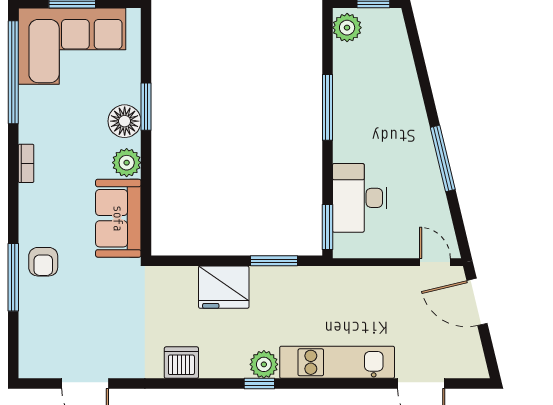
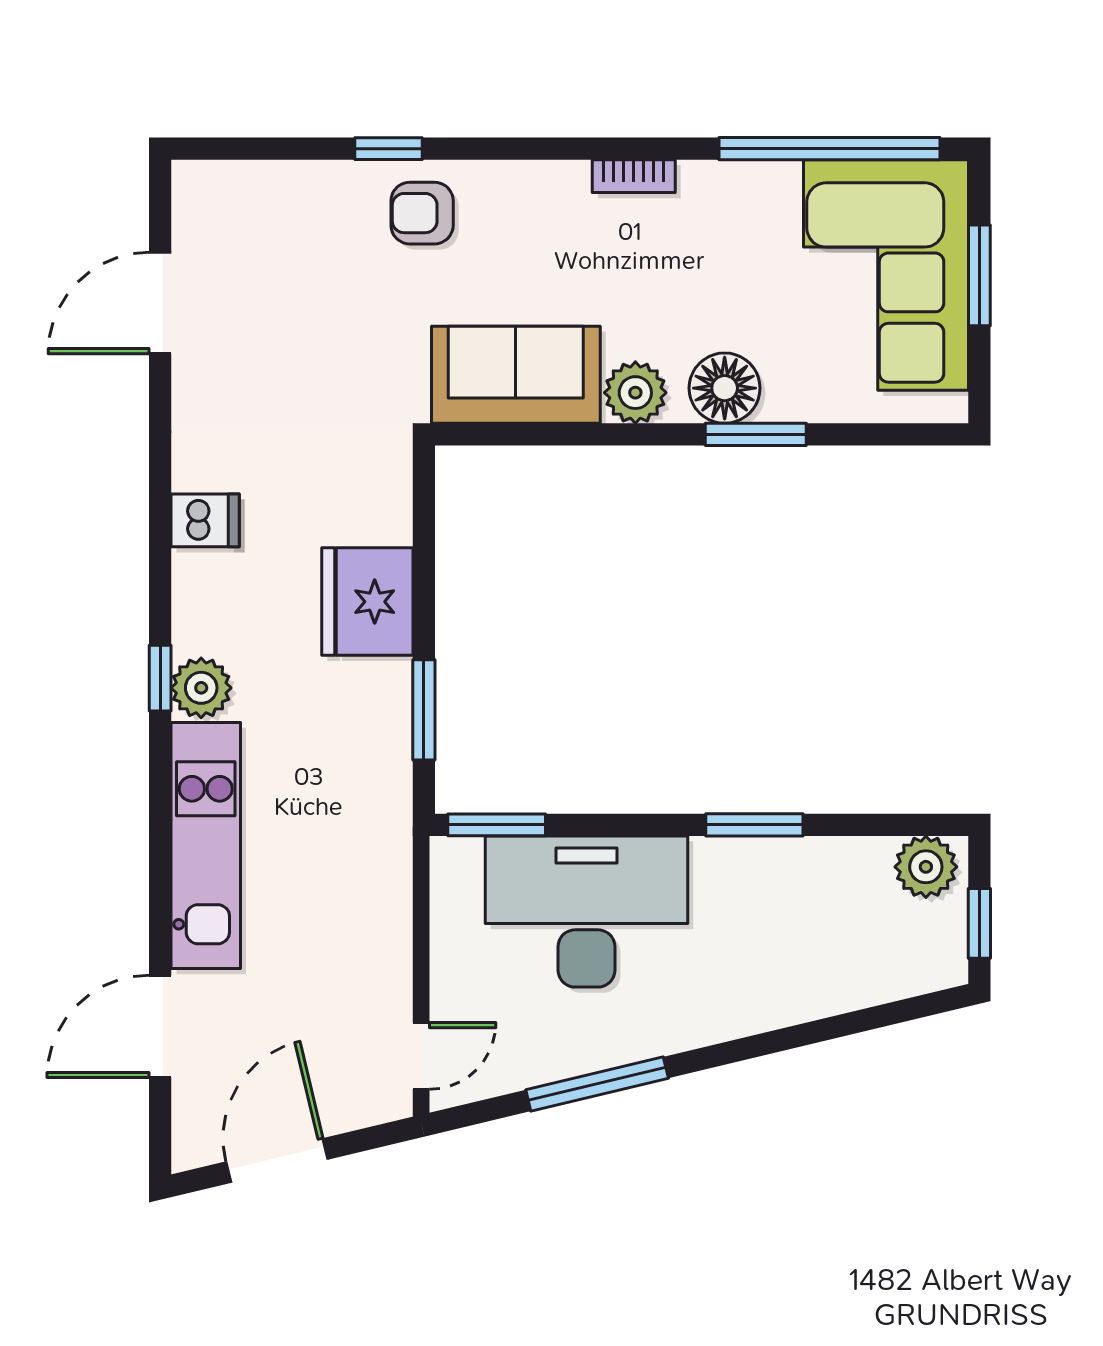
window: (328, 107) -> (754, 825), width x0.69
window: (443, 158) -> (597, 1084), moved
desk: (360, 198) -> (587, 912), width x1.36, depth x1.30
window: (13, 277) -> (389, 149), width x0.46
door: (477, 302) -> (277, 1161), moved
dishwasher: (181, 363) -> (205, 520), width x0.73

